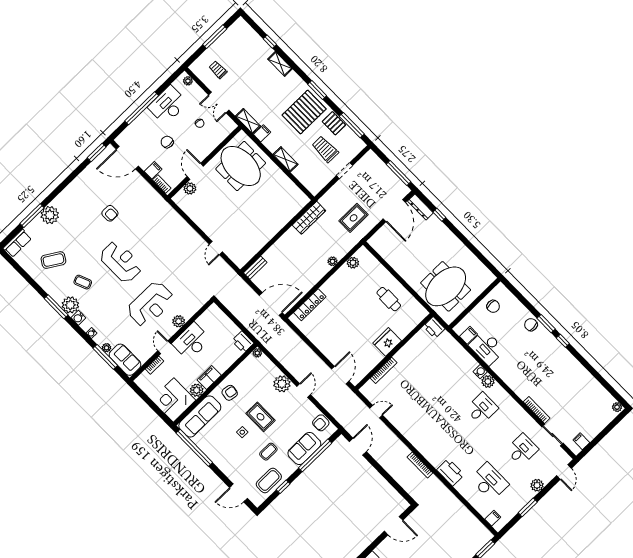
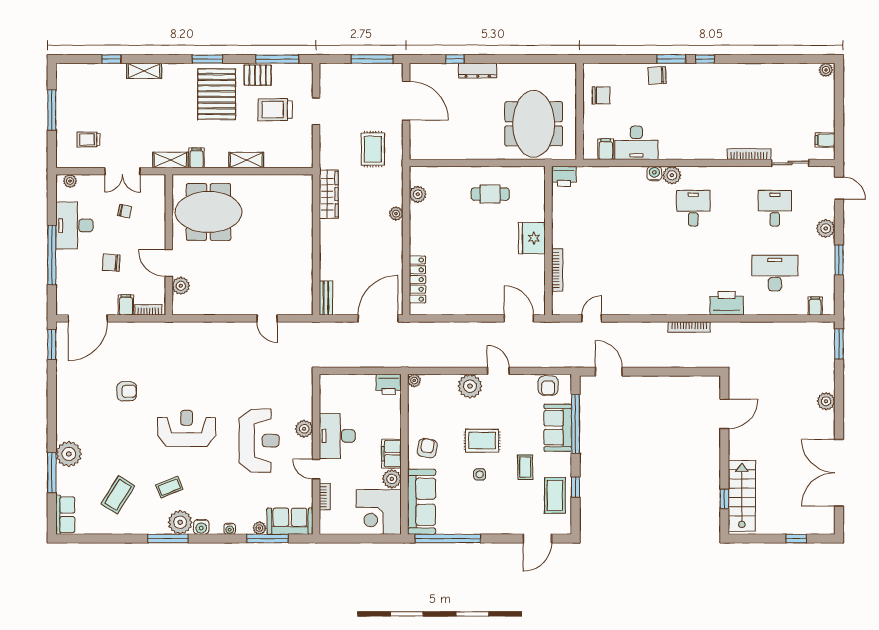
dresser: (420, 207) -> (478, 71), moved

